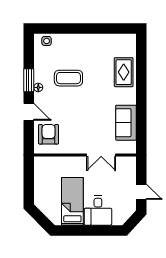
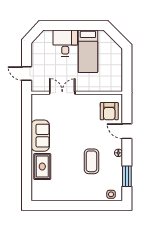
coffee table: (68, 78) -> (91, 161), turned 90
window: (29, 80) -> (127, 176), moved
sofa: (126, 123) -> (40, 136), moved
door: (141, 192) -> (27, 73), moved

